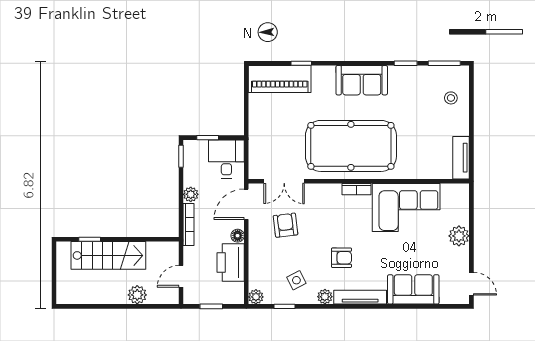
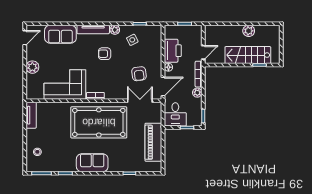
piano: (280, 79) -> (153, 142), moved, turned -90
door: (181, 276) -> (203, 52), moved
door: (471, 284) -> (25, 38), swing flipped
plant: (137, 295) -> (249, 31), moved
plant: (256, 297) -> (157, 30), removed

